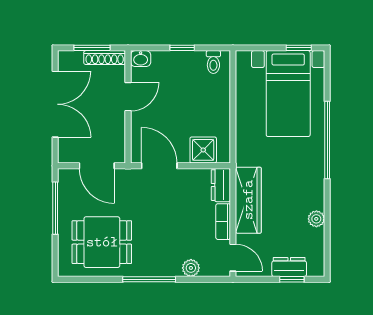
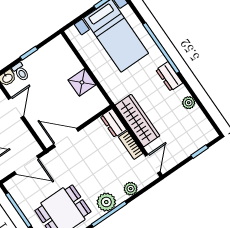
toilet: (213, 62) -> (21, 72), moved
shower: (203, 150) -> (82, 82), moved
door: (233, 258) -> (153, 164), hinge flipped
plant: (155, 264) -> (106, 202), added
dresser: (289, 267) -> (169, 76), moved, turned -90

